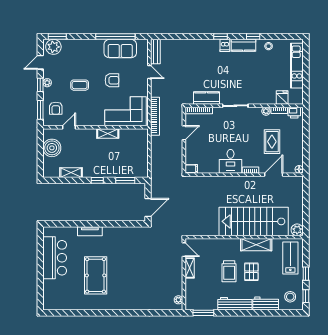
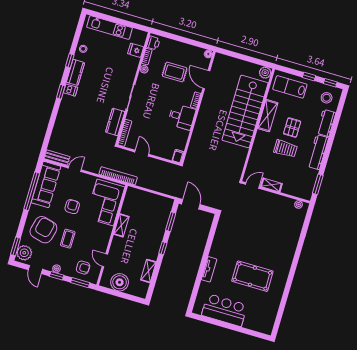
sofa: (120, 49) -> (46, 184), width x1.36
armchair: (81, 59) -> (43, 230), added
door: (148, 207) -> (191, 204), moved
pallet: (251, 272) -> (292, 128), turned 90

